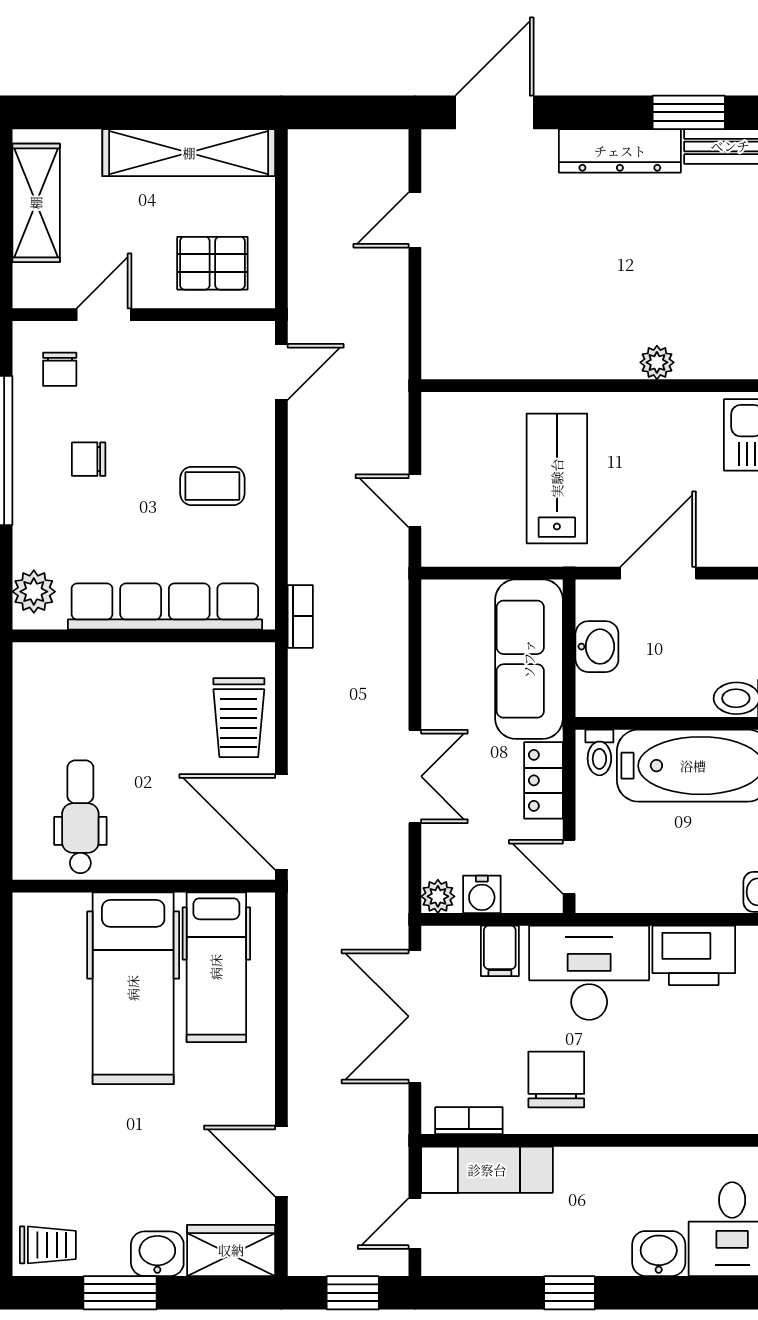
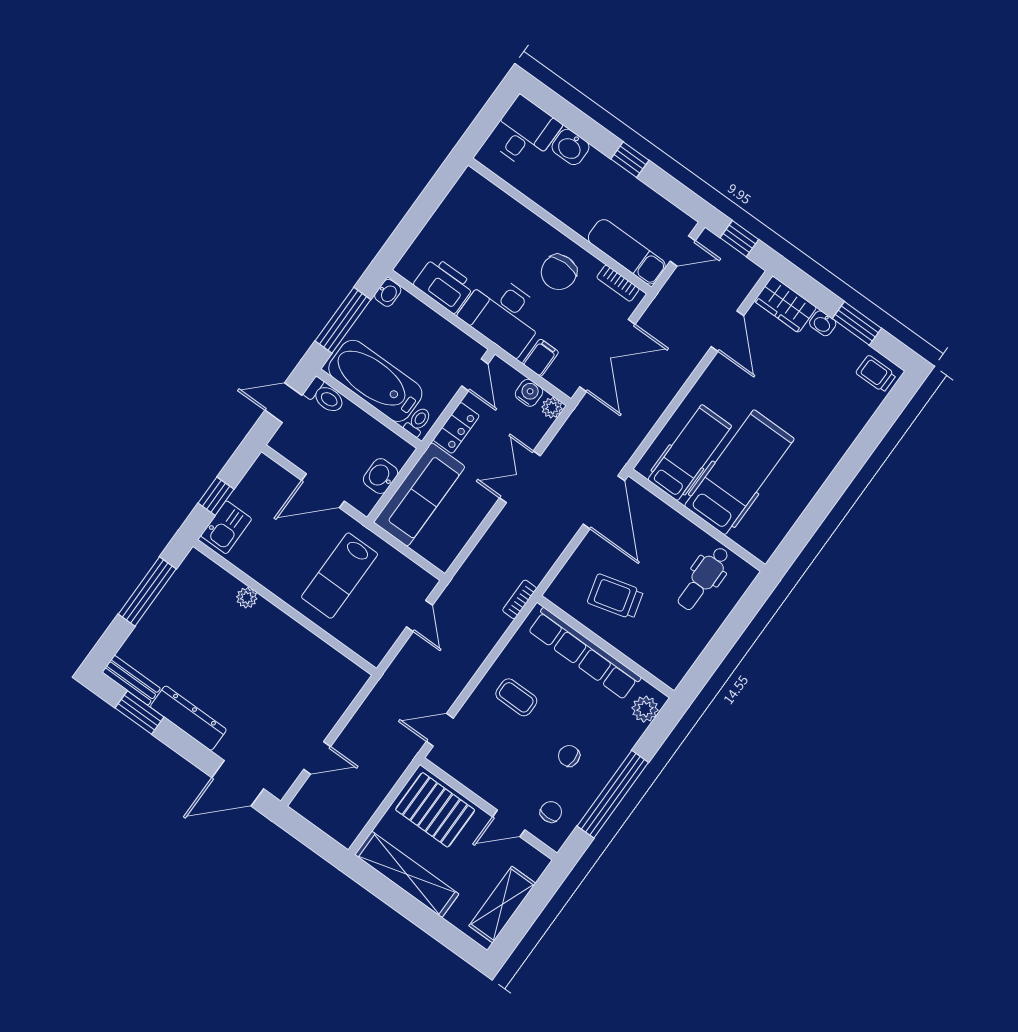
pallet: (212, 263) -> (435, 810), width x1.50, depth x1.42
chair: (89, 459) -> (569, 756), turned 180
trolley: (239, 718) -> (615, 597), moved, turned -105
washbasin: (157, 1254) -> (823, 323), width x0.72, depth x0.69

